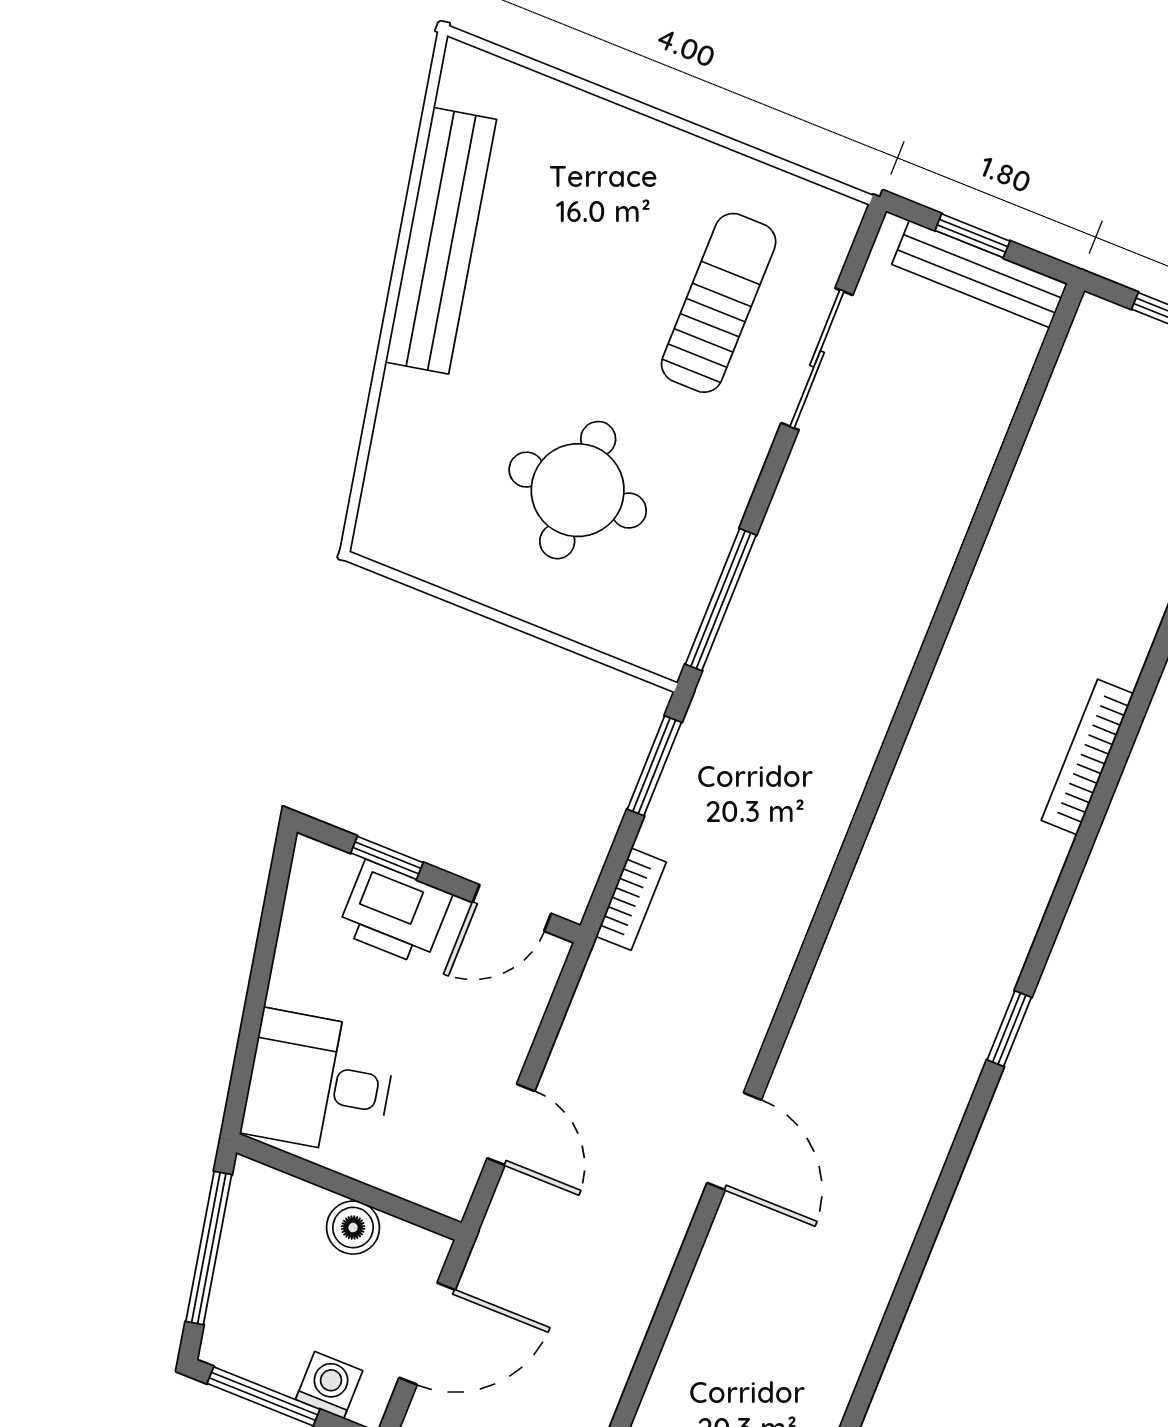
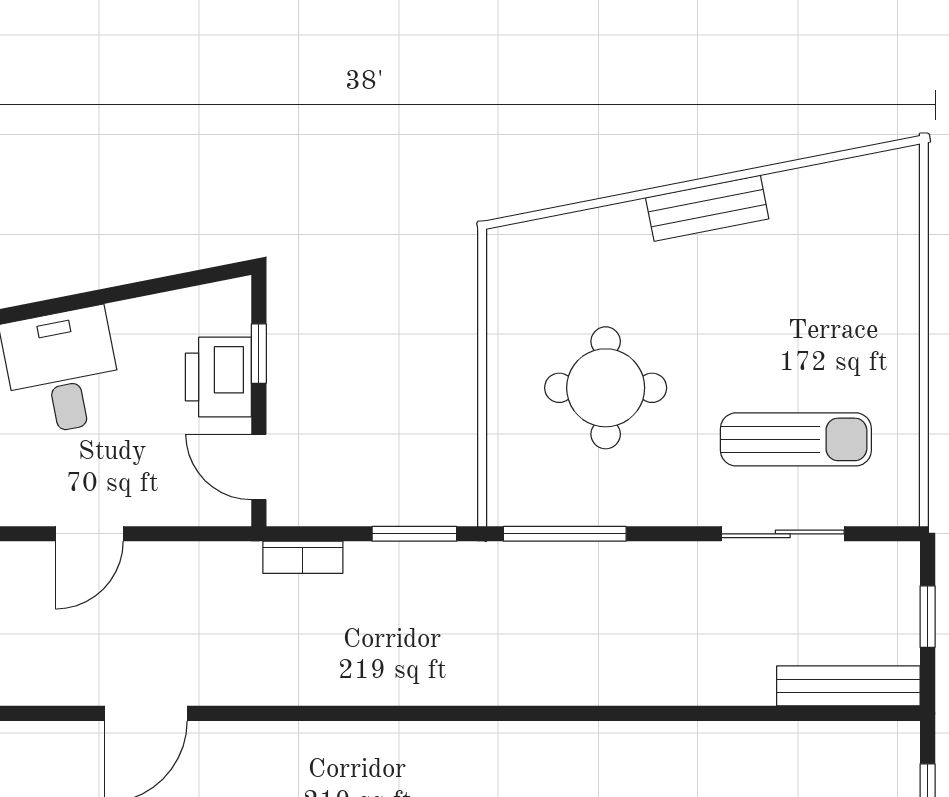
bench: (441, 241) -> (707, 208), width x0.54, depth x0.82
bench: (980, 274) -> (848, 686), moved, turned 90

